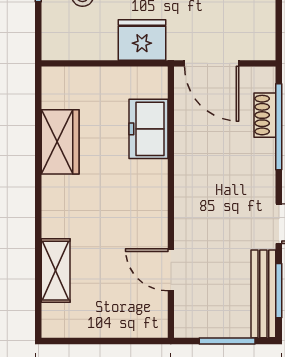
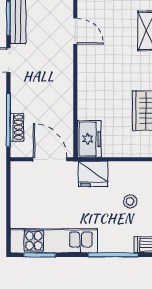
freezer: (148, 129) -> (89, 139), moved

